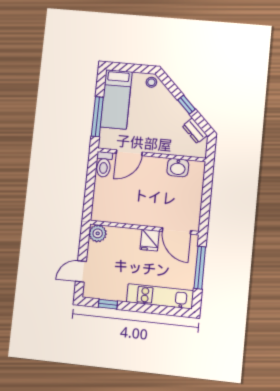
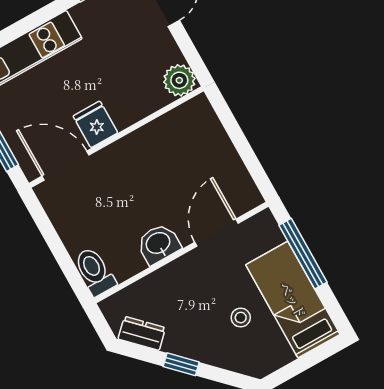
stool: (151, 82) -> (241, 318), moved
toilet: (104, 164) -> (95, 272), moved
washbasin: (178, 168) -> (158, 244), moved

